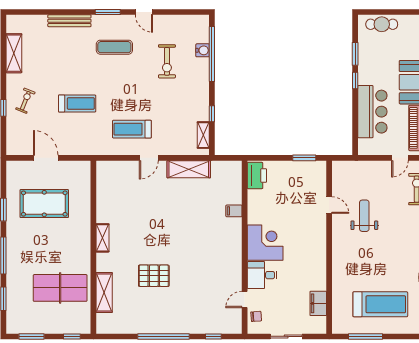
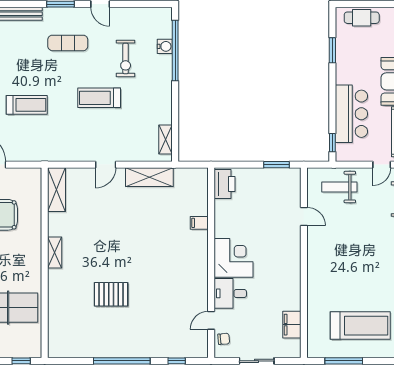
window: (355, 81) -> (332, 143), moved
window: (212, 114) -> (175, 116), removed
treadmill: (132, 129) -> (99, 98), moved
weight bench: (364, 216) -> (339, 187), moved, turned -90
shelving: (104, 292) -> (56, 190), moved

